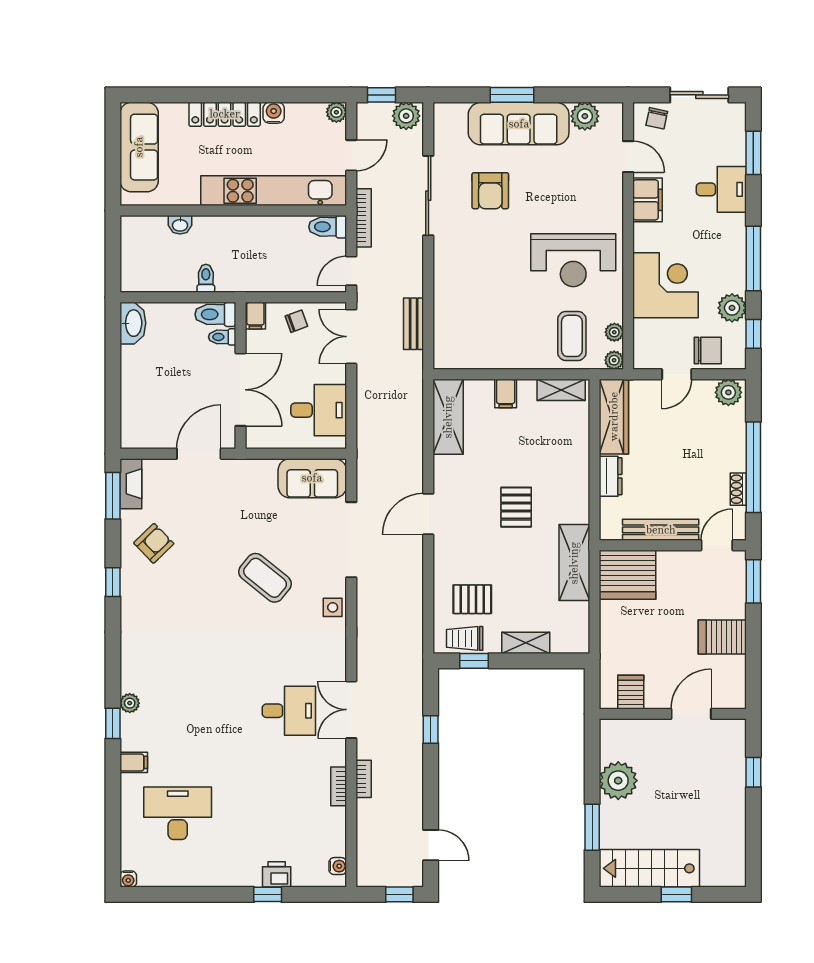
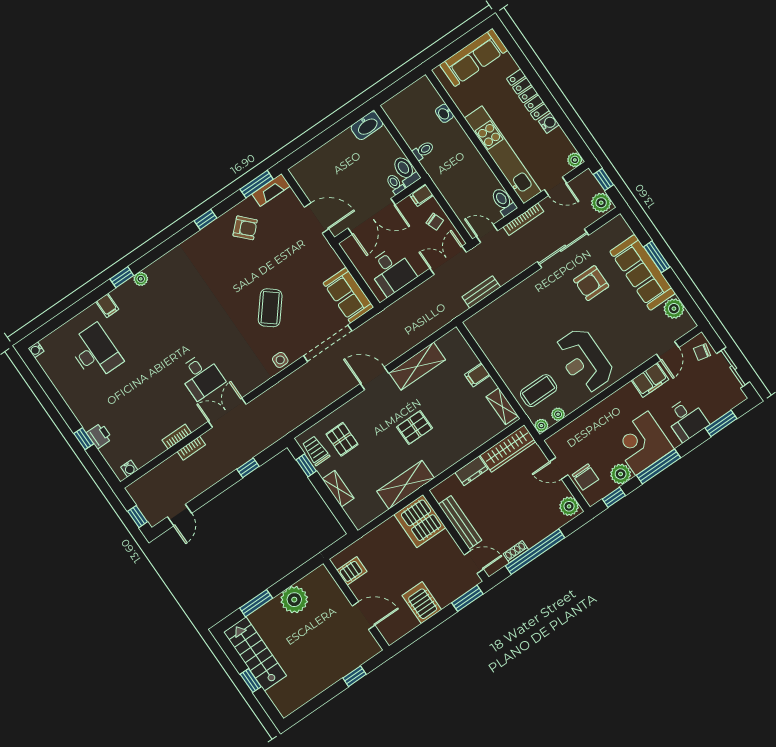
corner desk: (666, 285) -> (642, 443), moved, turned 180
shelving: (448, 417) -> (417, 366), moved

